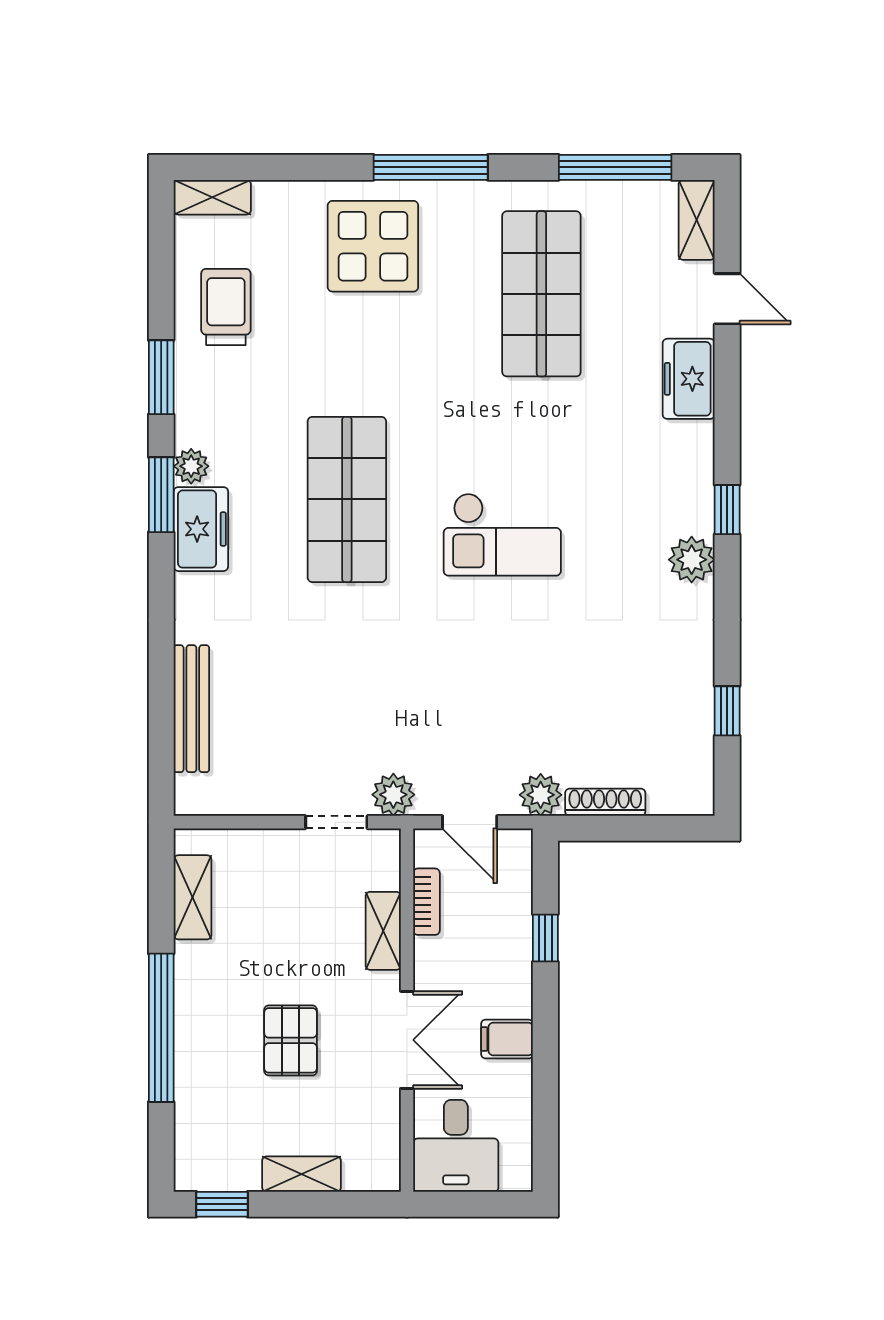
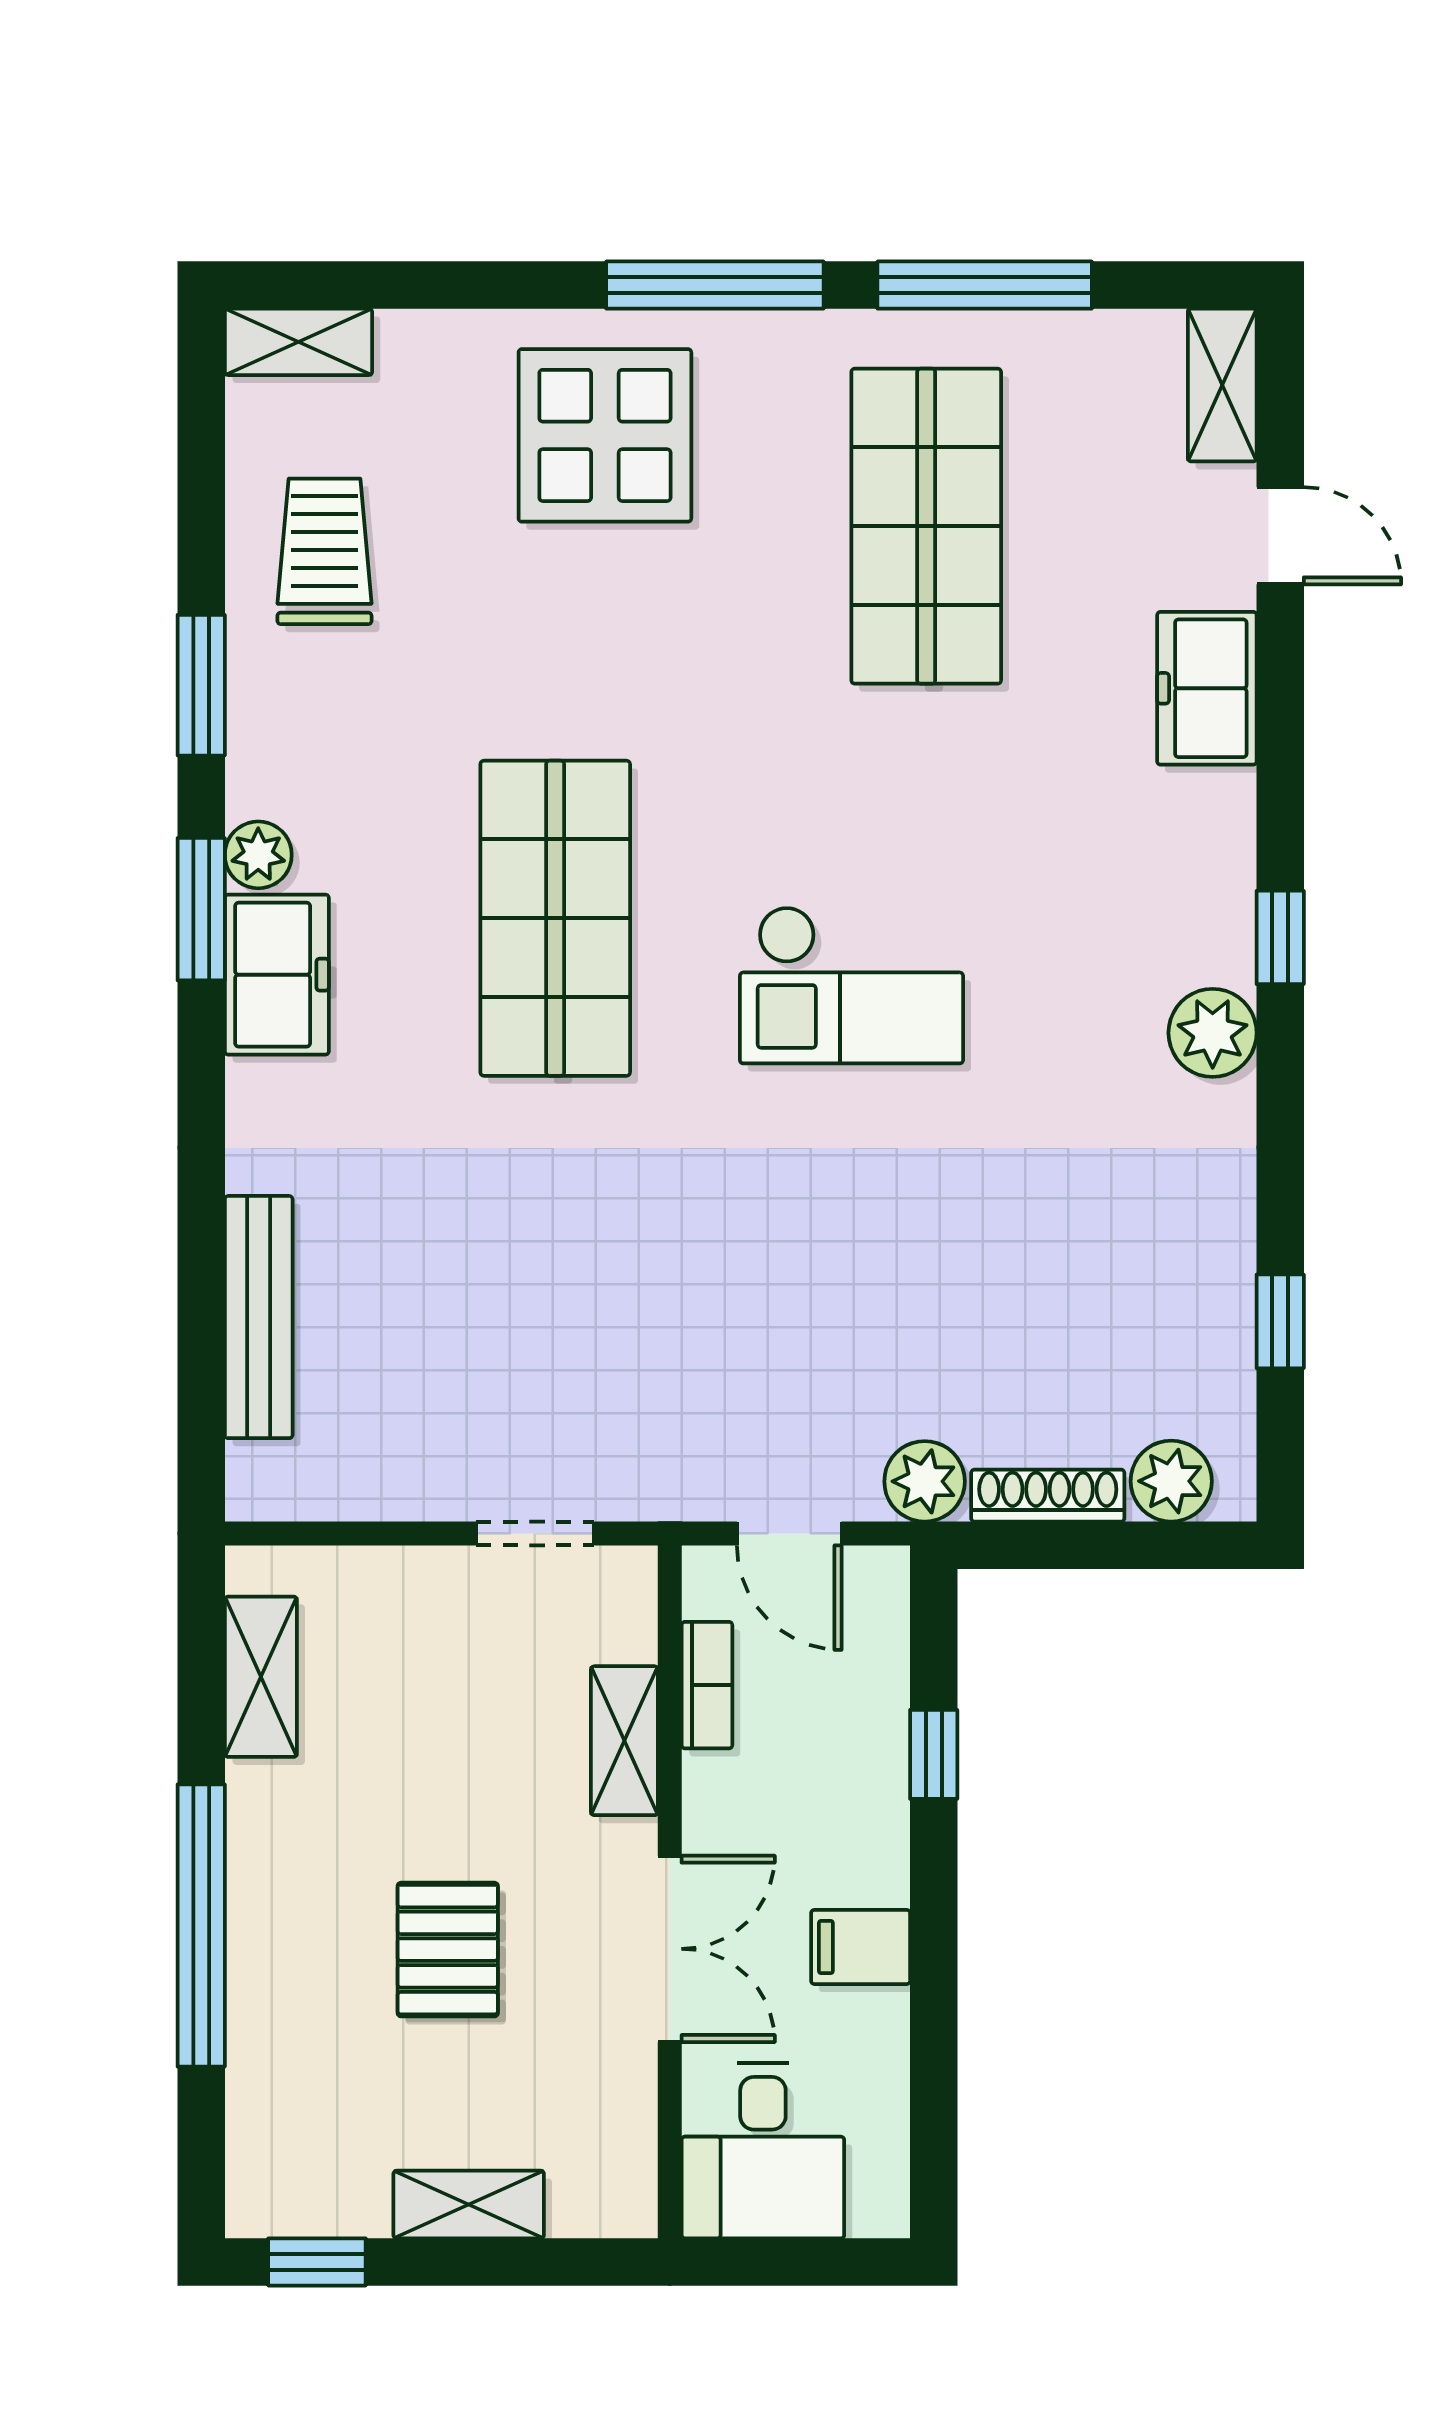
window: (615, 167) -> (985, 285), moved
plant: (393, 795) -> (1171, 1481), moved

